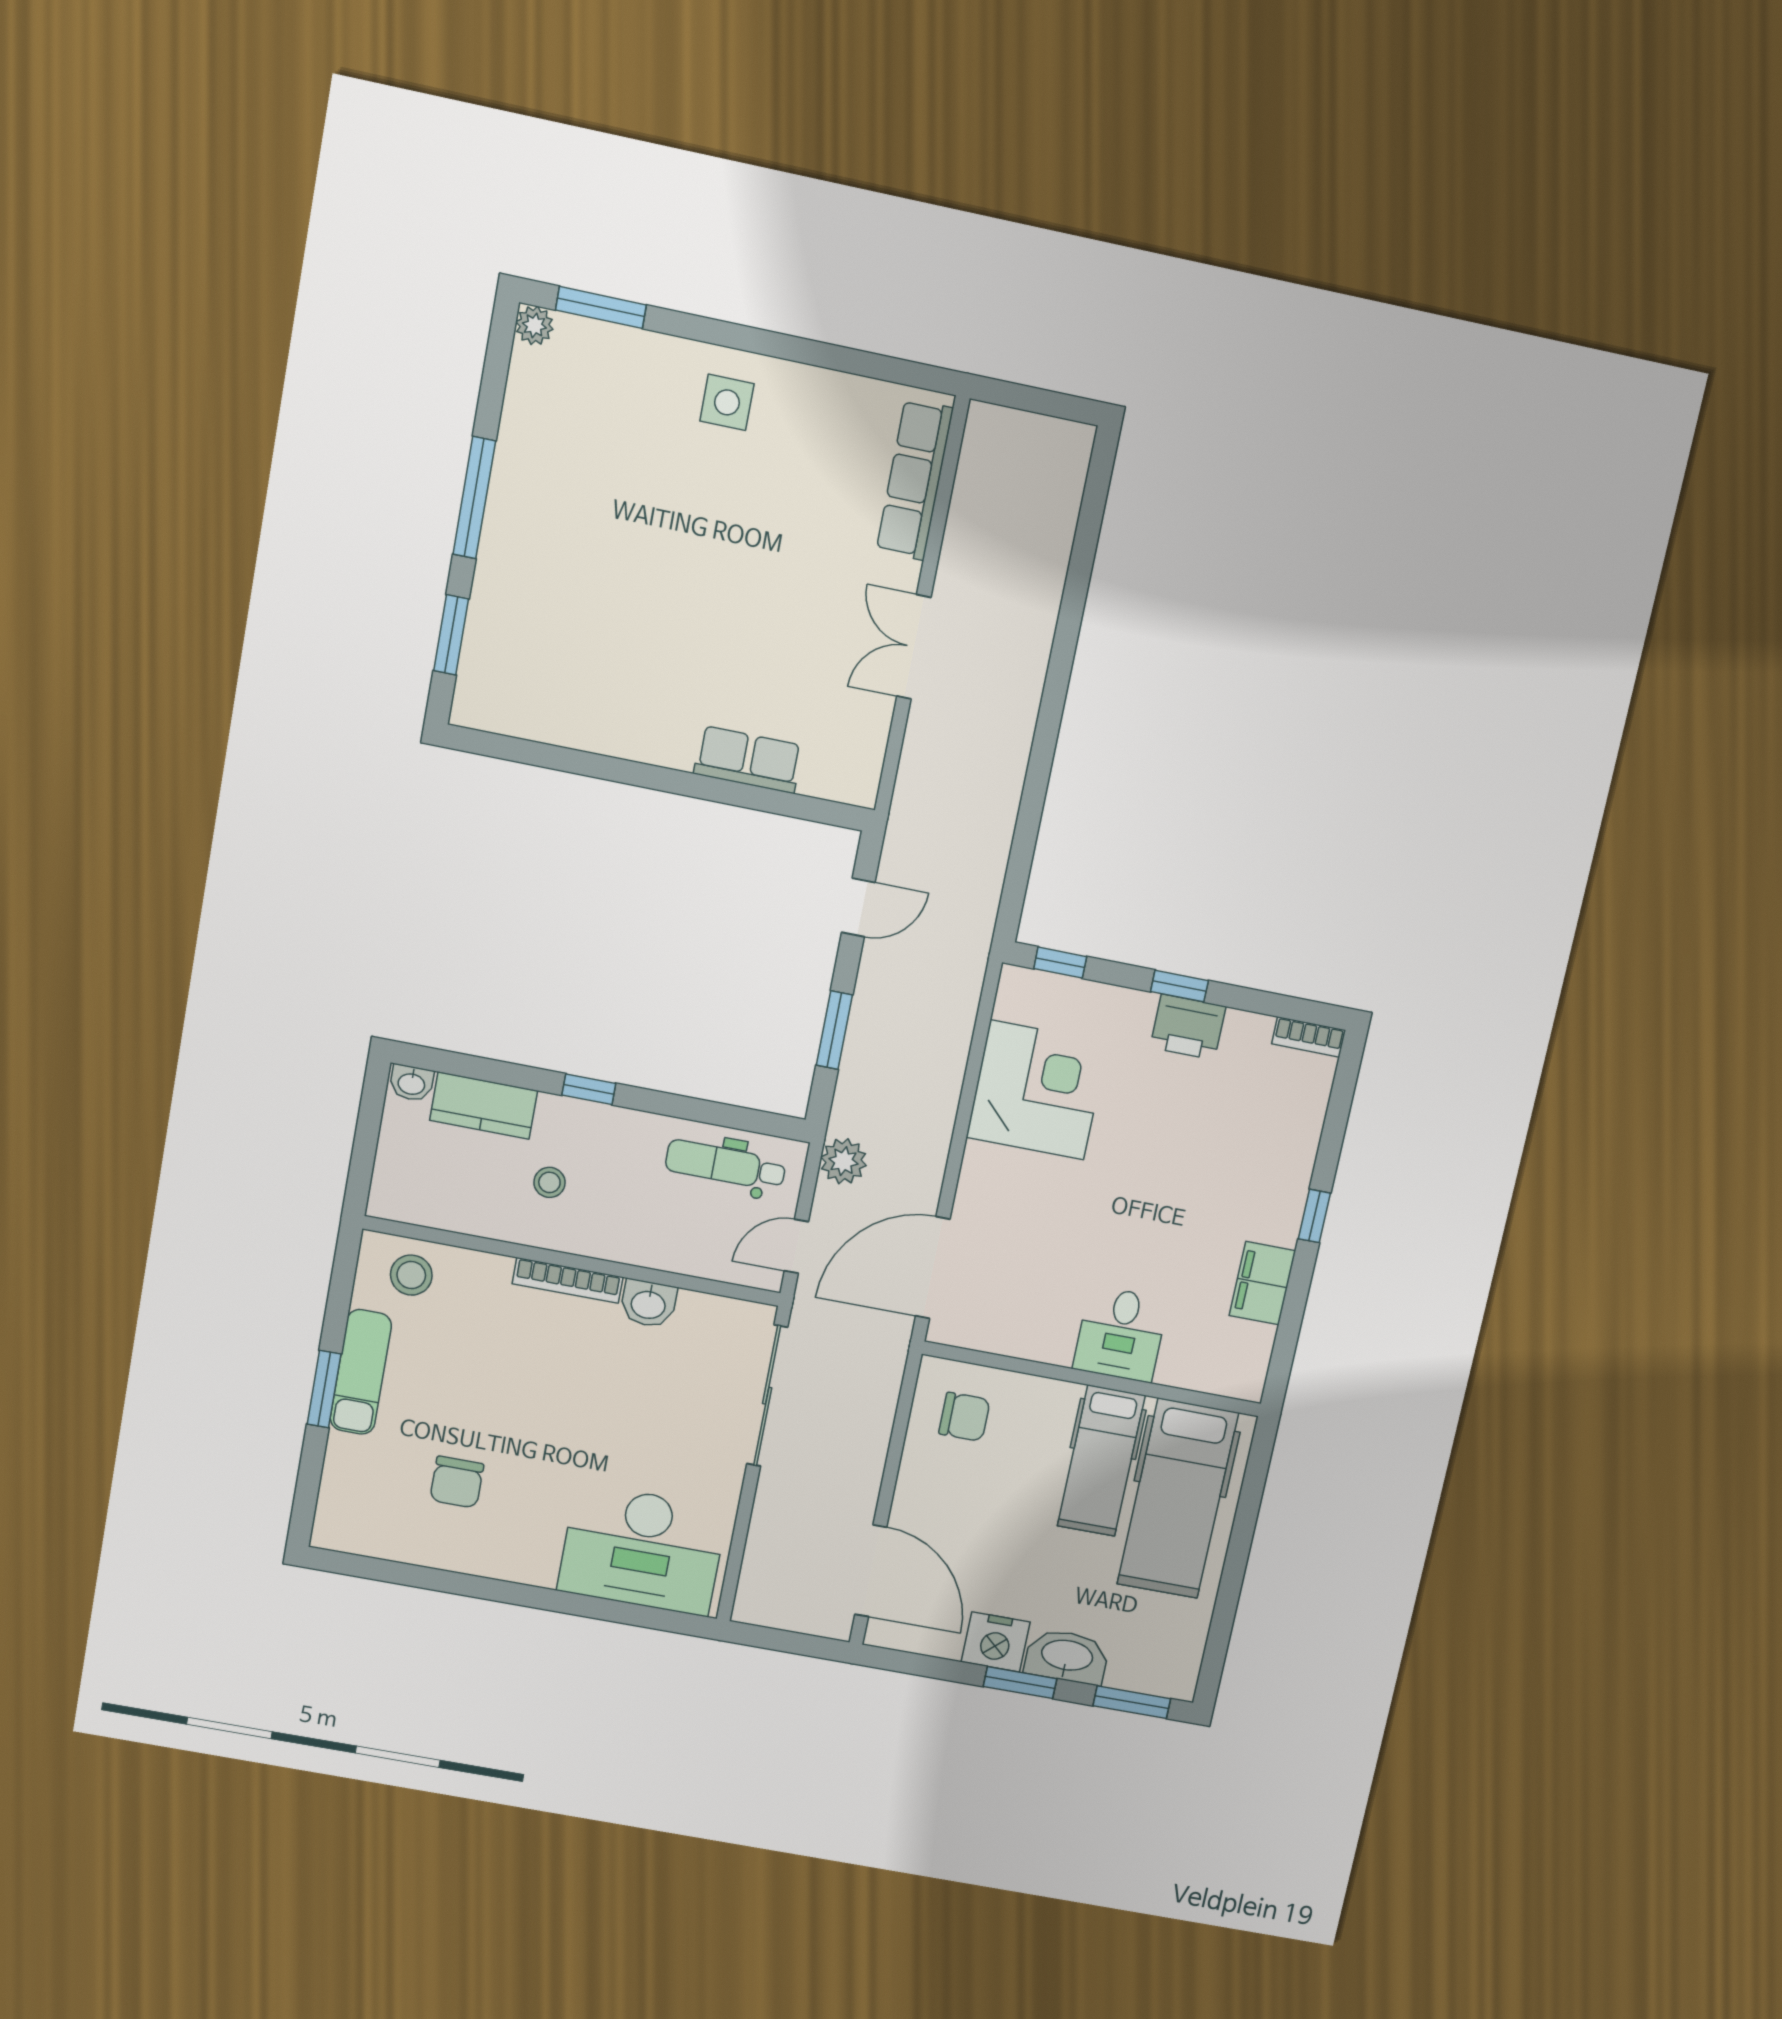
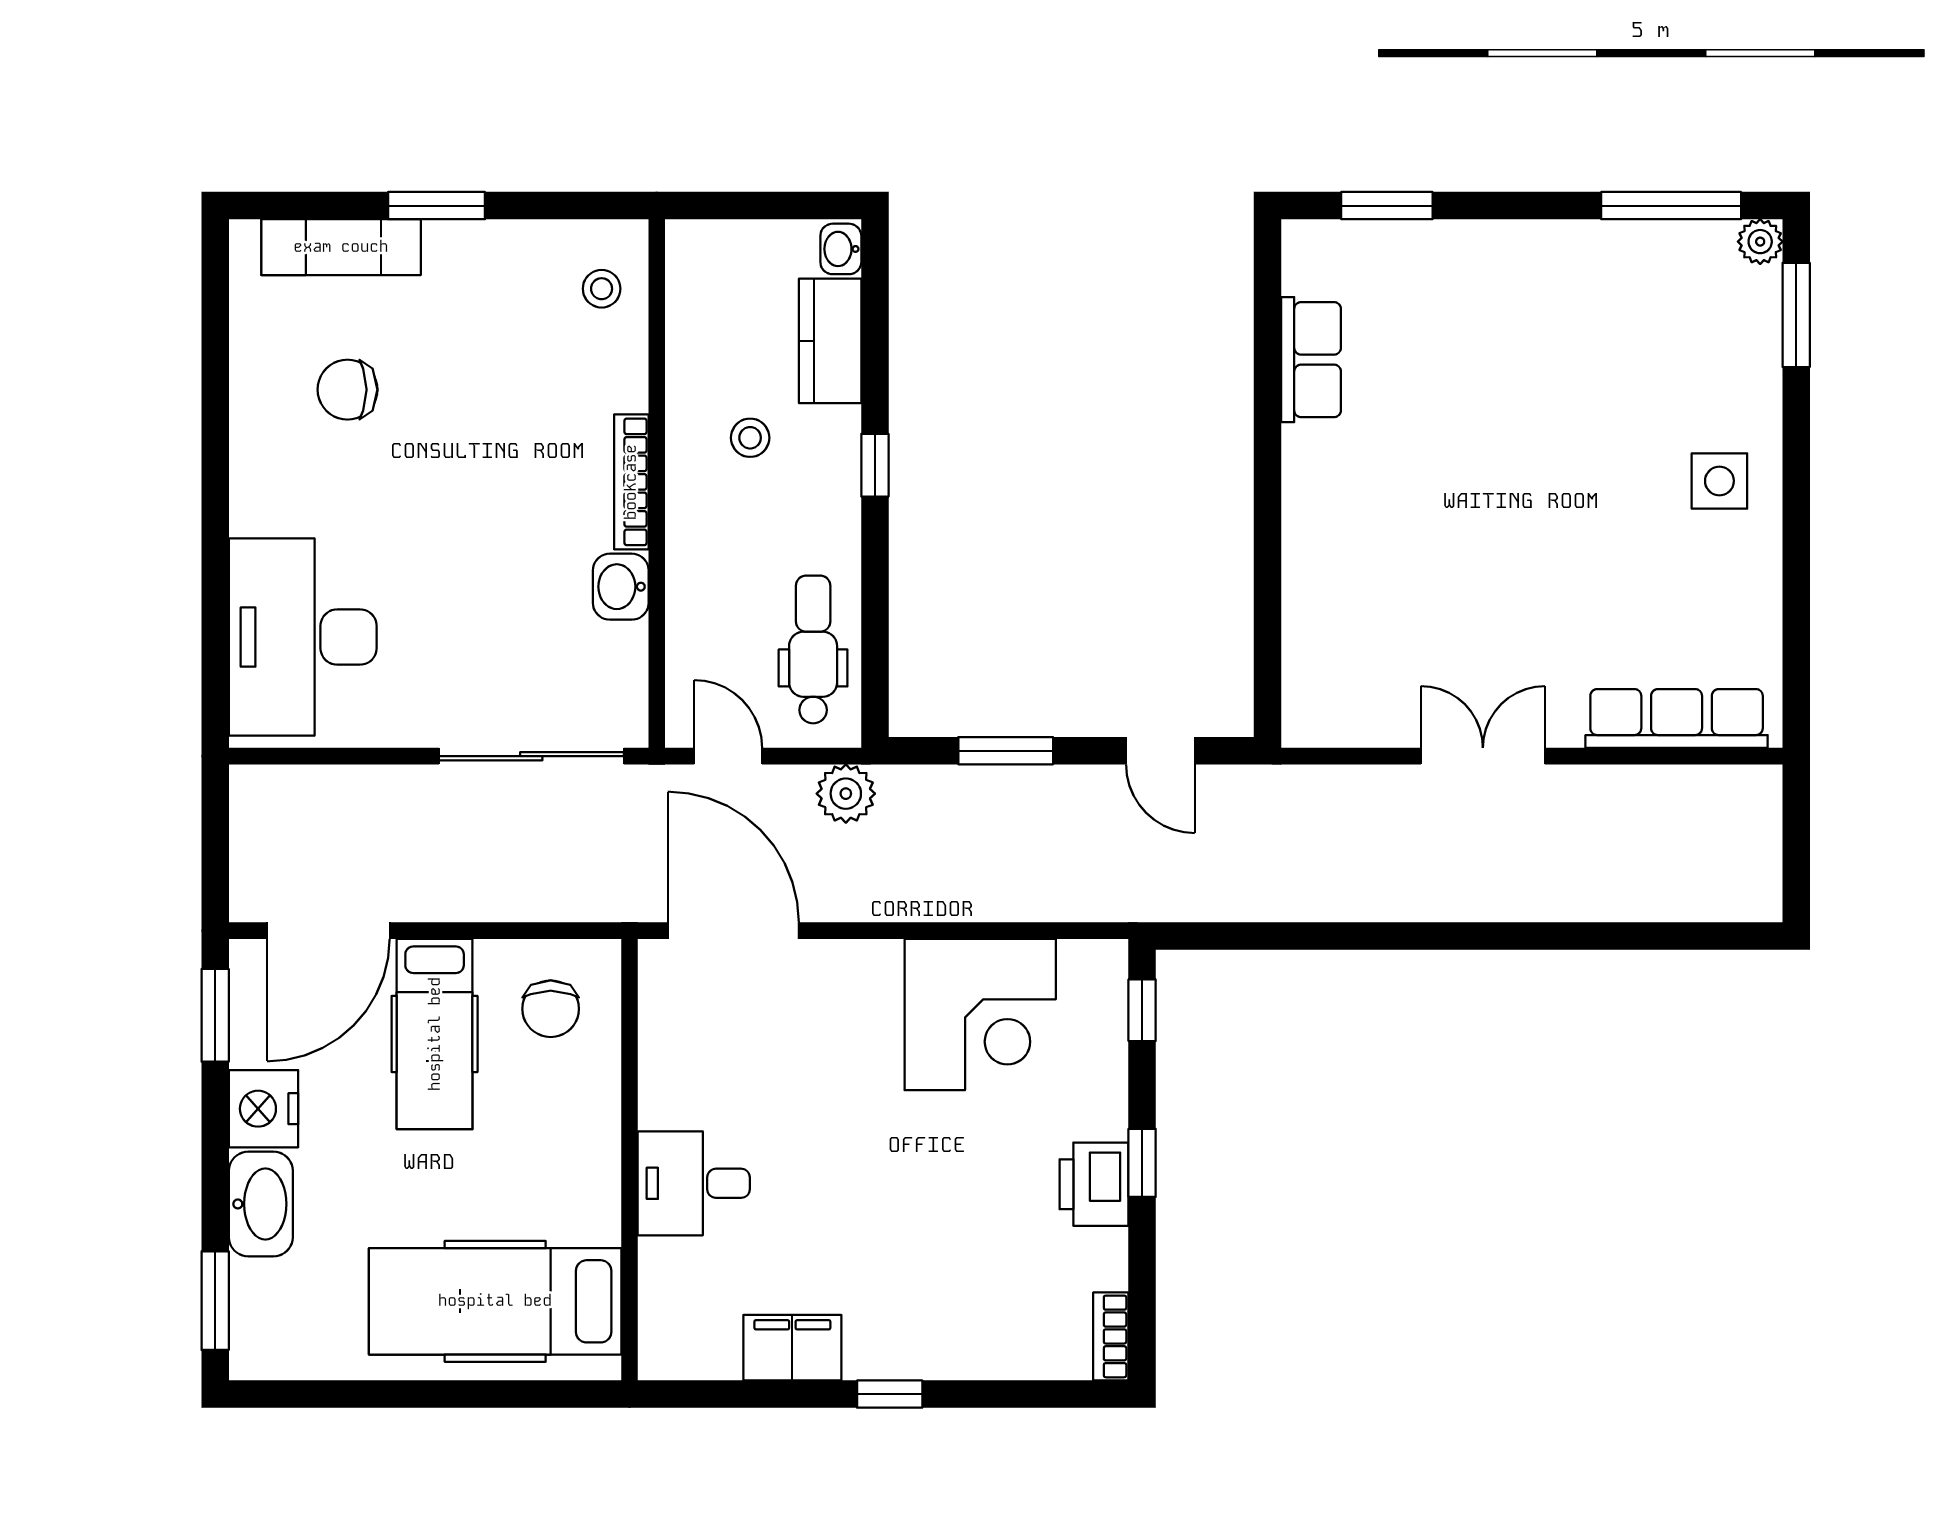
window: (474, 498) -> (1671, 206), moved
row of seats: (748, 760) -> (1311, 360), moved
stool: (411, 1275) -> (602, 289), width x0.73, depth x0.73
exam couch: (361, 1372) -> (341, 247), moved
hospital bed: (1101, 1461) -> (435, 1034), moved, turned -90
window: (1020, 1683) -> (215, 1015), moved

